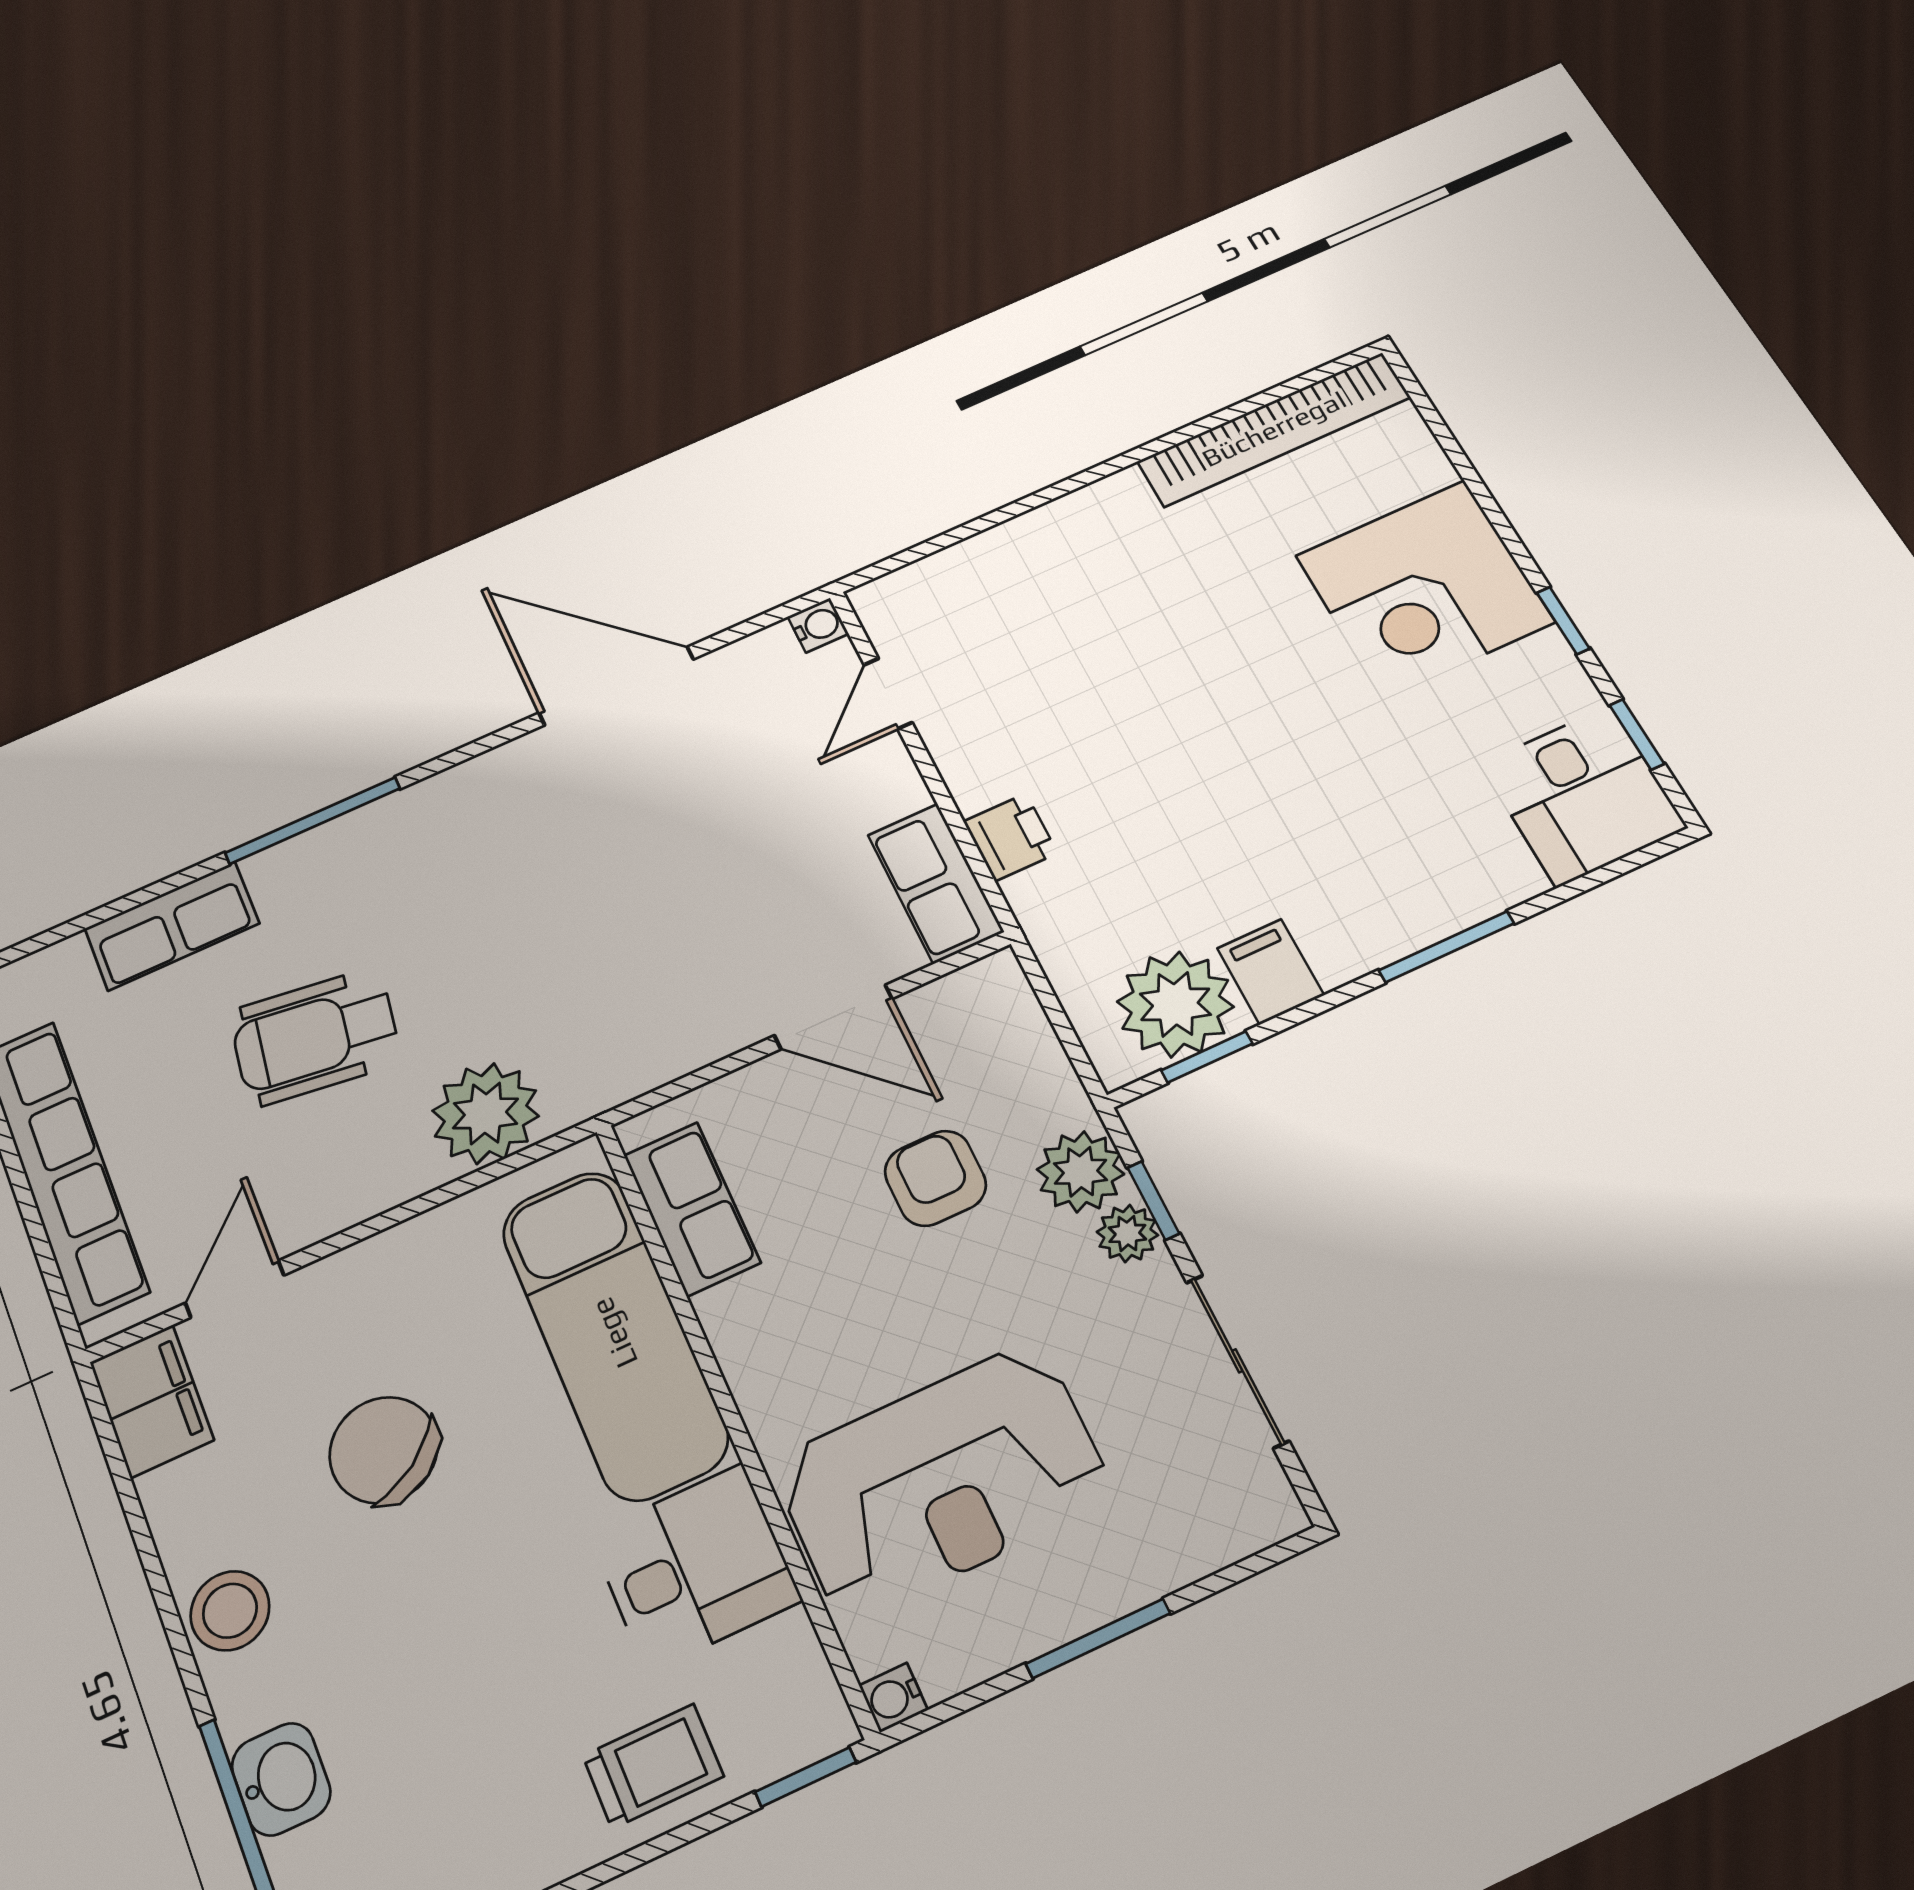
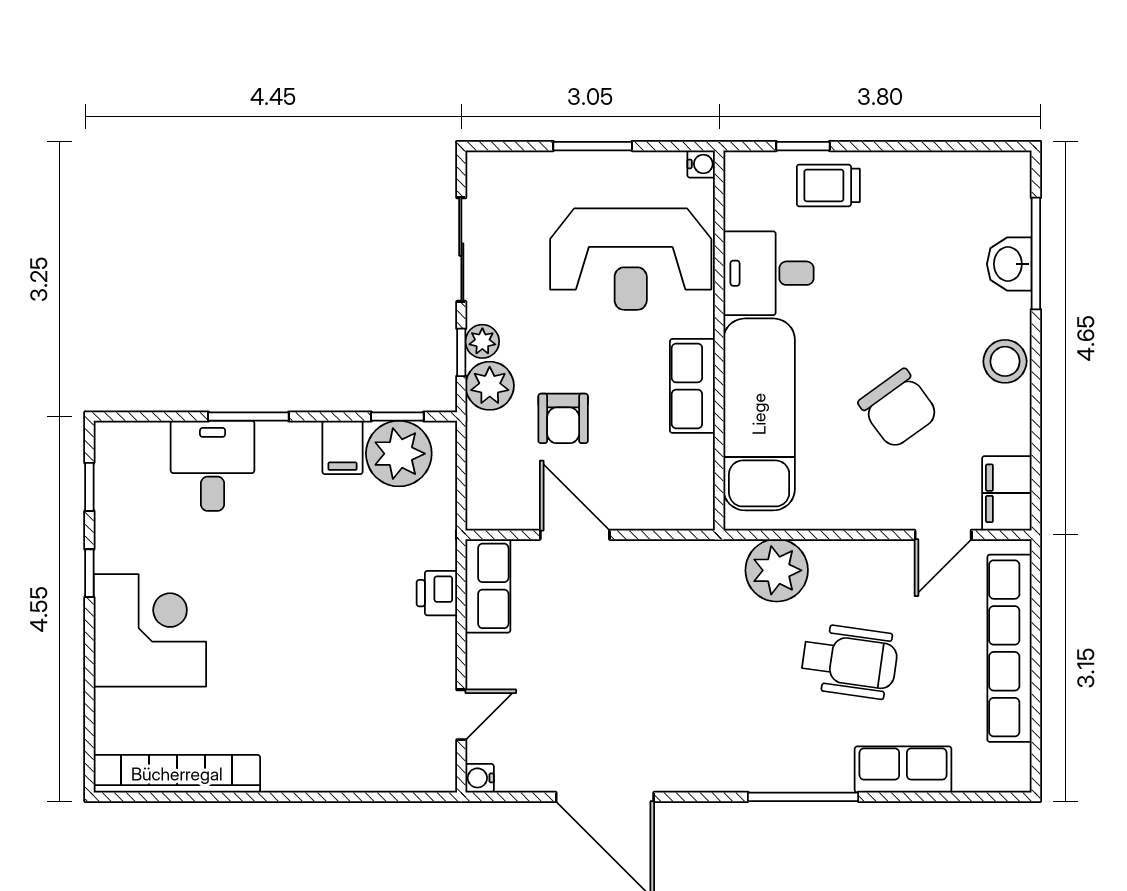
desk: (1583, 796) -> (213, 466), moved
row of seats: (692, 1209) -> (692, 386), moved
reception desk: (942, 1480) -> (631, 259), turned 180
window: (806, 1777) -> (803, 146), moved

